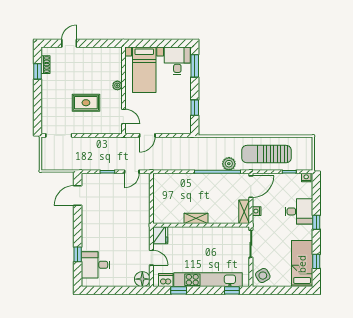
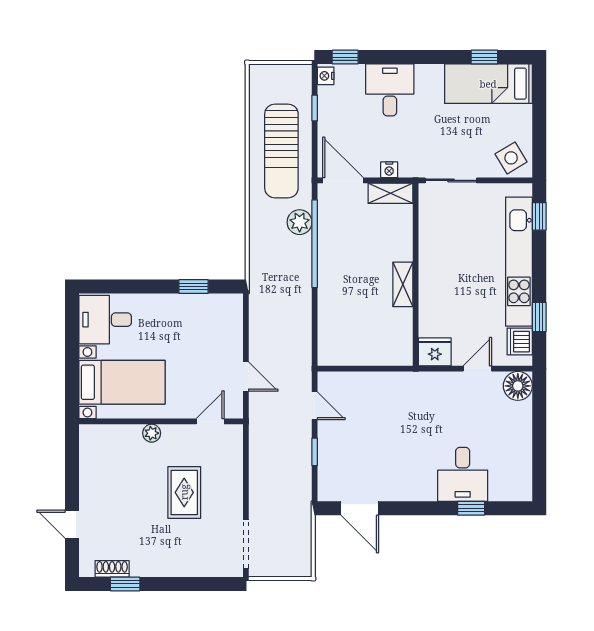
window: (195, 66) -> (115, 287), removed
window: (316, 222) -> (345, 57), moved
desk: (96, 265) -> (463, 474), moved

